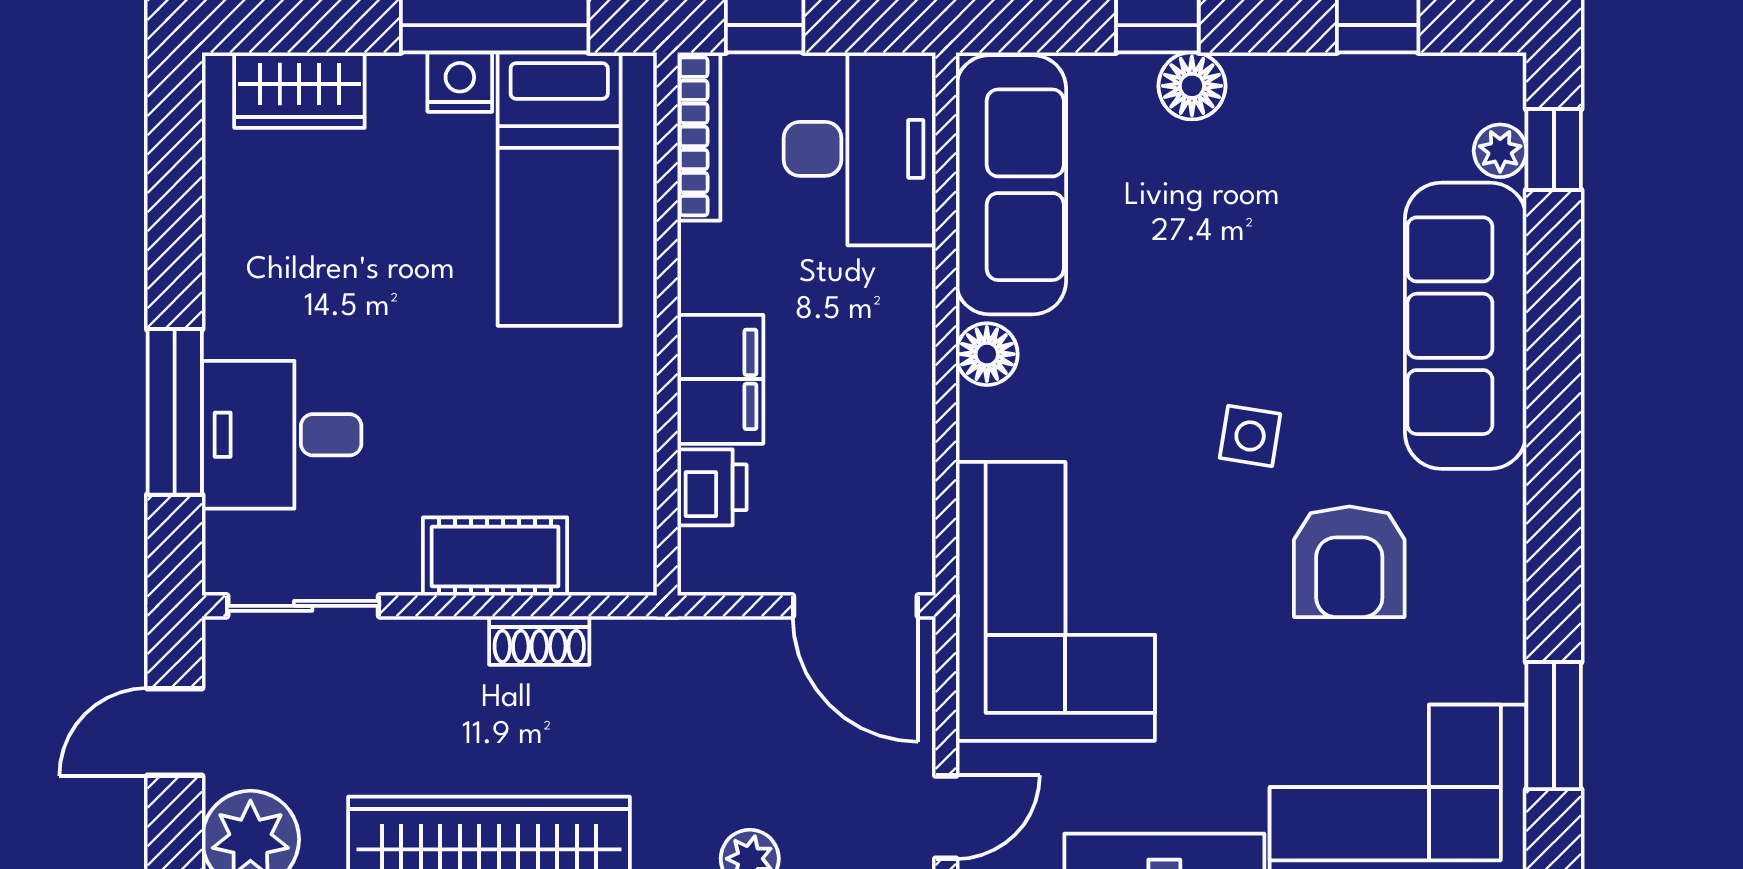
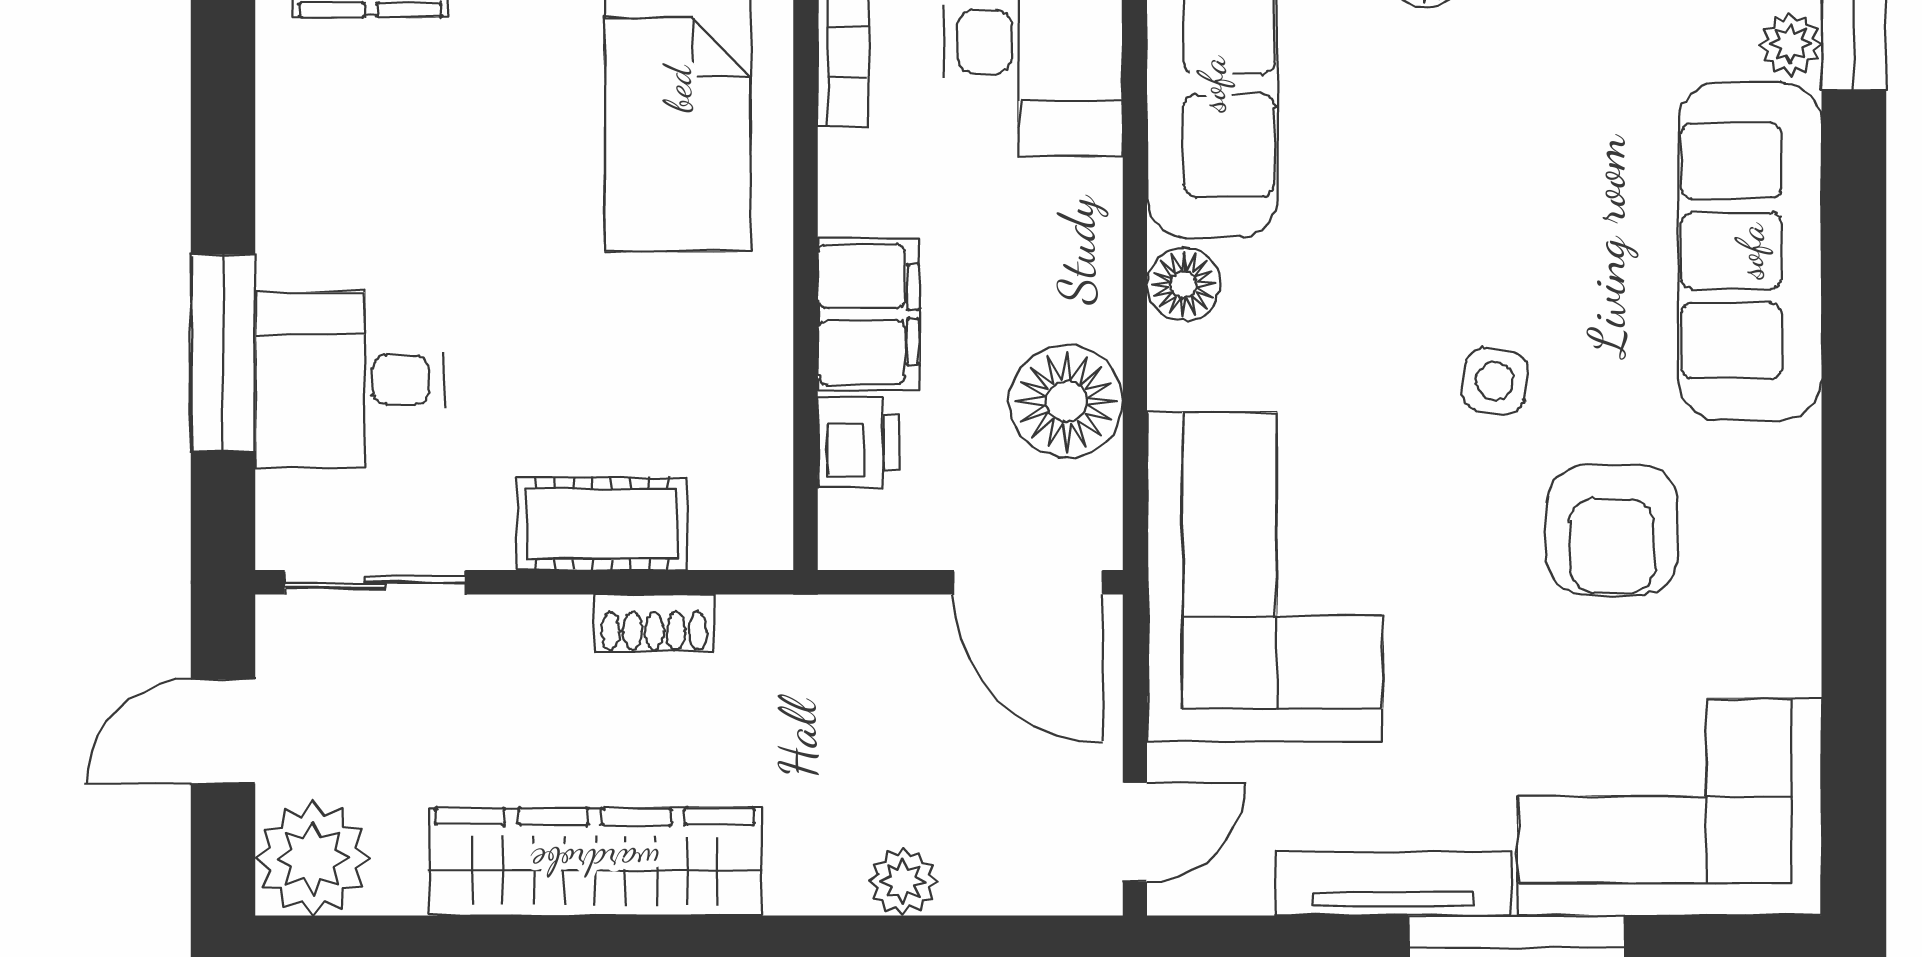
floor lamp: (888, 453) -> (1067, 402), added
window: (1554, 726) -> (1854, 724), removed

